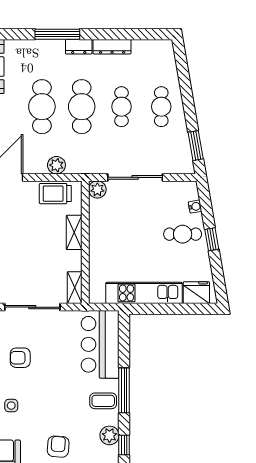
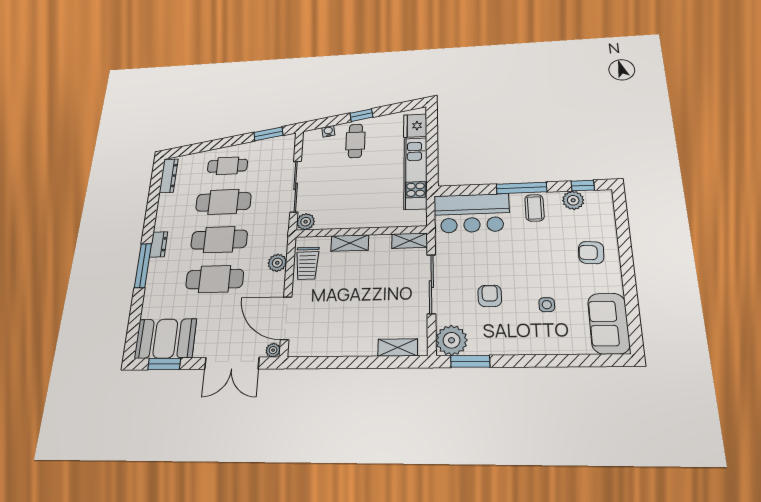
dresser: (112, 47) -> (169, 176), moved
cafe table: (121, 107) -> (223, 202), width x1.37, depth x1.35
armchair: (20, 358) -> (490, 296), turned 180

